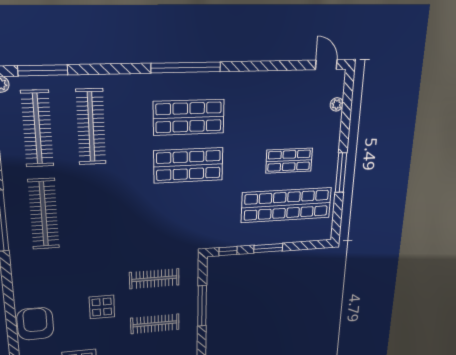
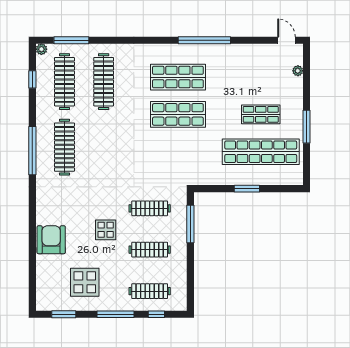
window: (186, 67) -> (204, 40), moved
window: (228, 251) -> (212, 189), removed
window: (202, 306) -> (190, 224), moved

